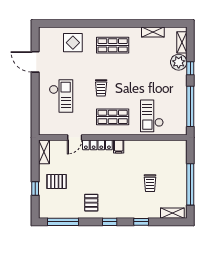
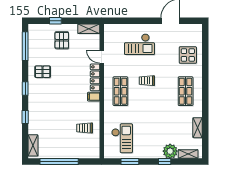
window: (190, 106) -> (130, 162), width x0.47
checkout: (152, 116) -> (122, 138), moved, turned 90
trolley: (150, 183) -> (85, 128), moved

